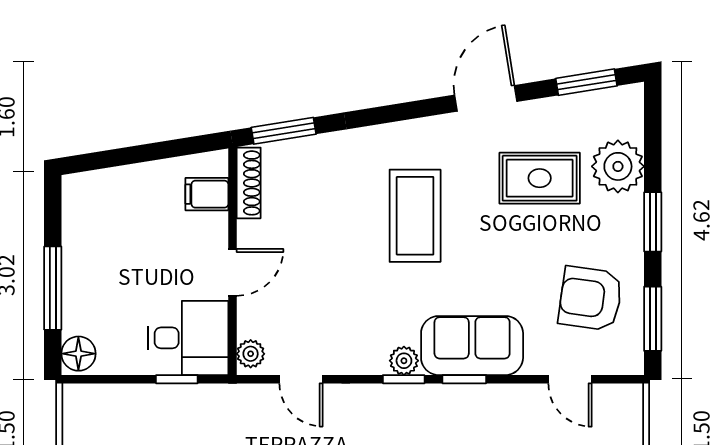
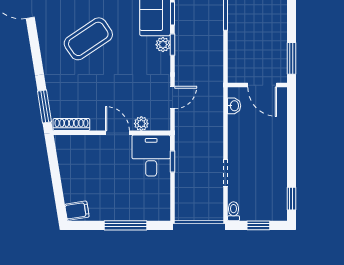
filing cabinet: (207, 194) -> (77, 211), moved, turned -99
coffee table: (415, 216) -> (88, 39), turned -34
floor lamp: (78, 354) -> (159, 212), removed
plant: (251, 354) -> (141, 124), moved

